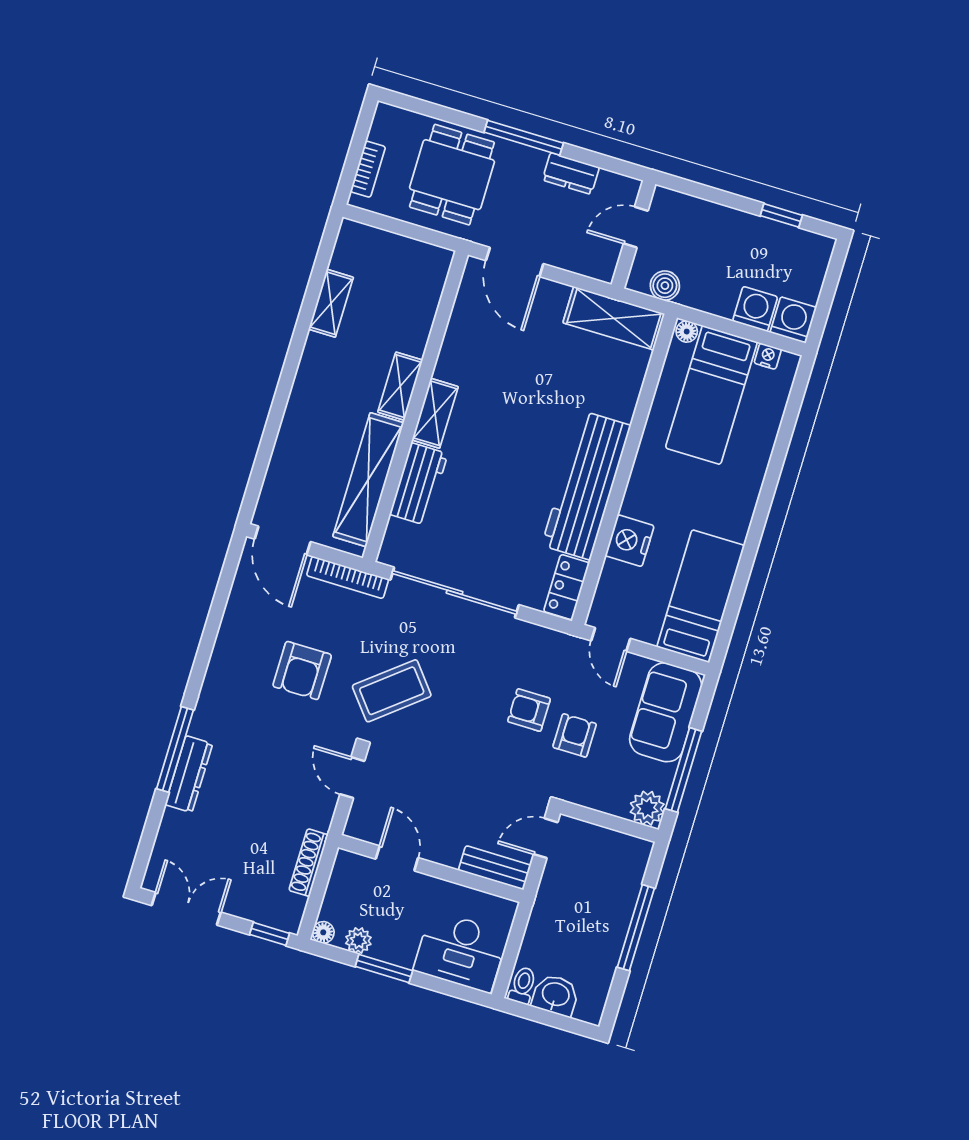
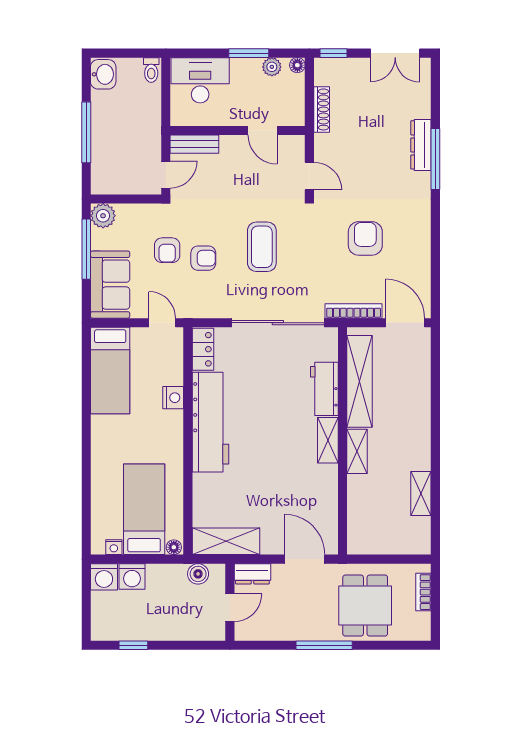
dresser: (571, 174) -> (252, 574), moved, turned 180
nightstand: (630, 541) -> (173, 398), width x0.74, depth x0.75
coffee table: (392, 691) -> (262, 247), moved, turned -51
washbasin: (555, 995) -> (103, 74), moved, turned -90

